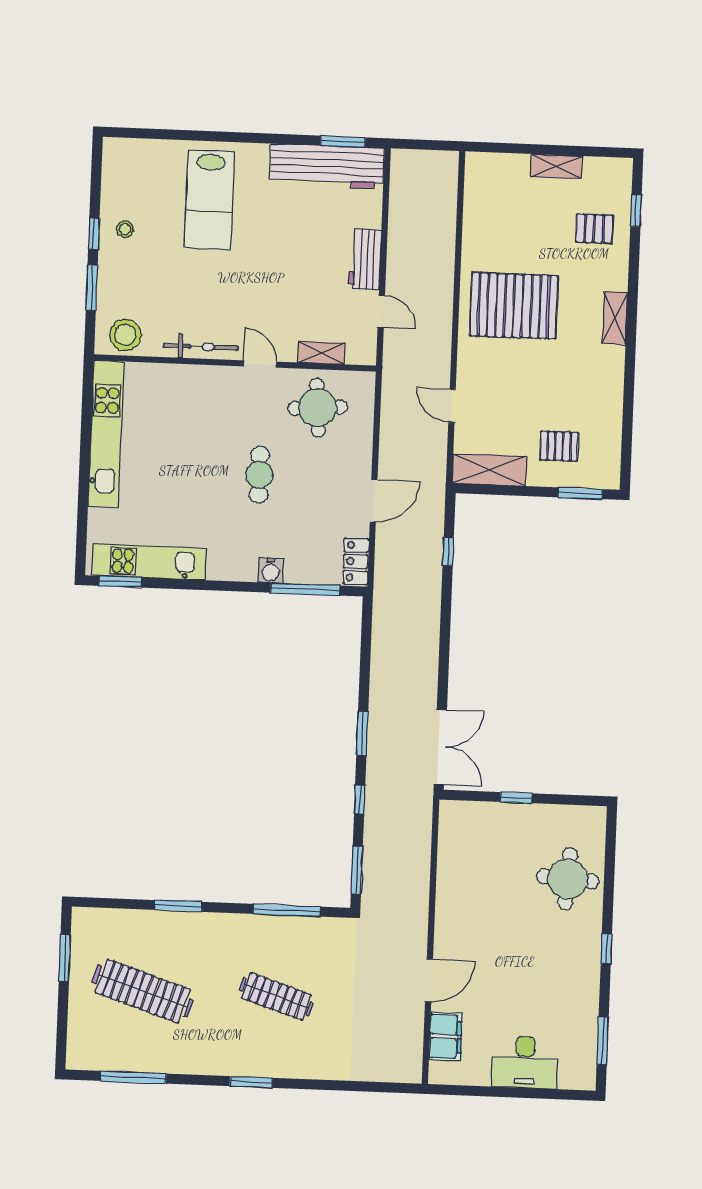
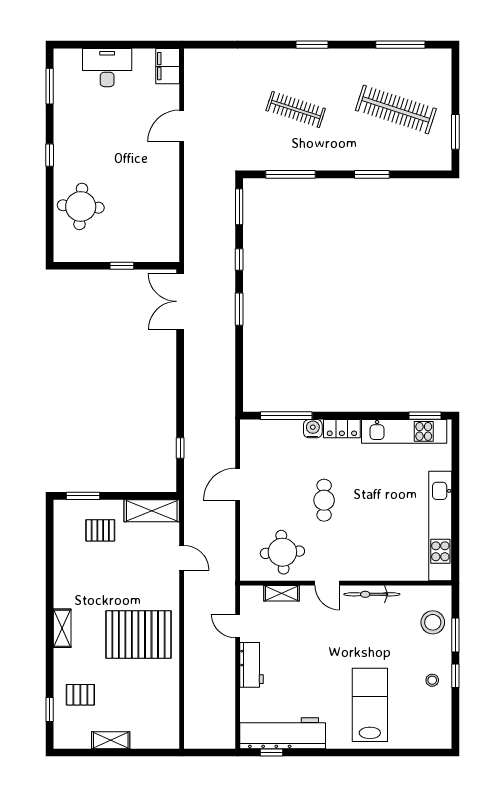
window: (343, 141) -> (271, 752), width x0.67
stool: (125, 335) -> (433, 622), moved
locker: (356, 561) -> (342, 429), moved, turned 90
filing cabinet: (445, 1037) -> (168, 66), moved

